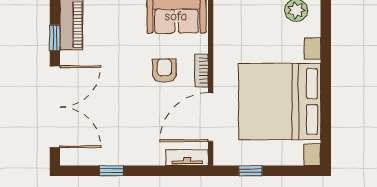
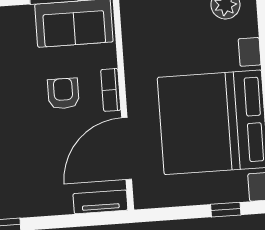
window: (251, 171) -> (226, 210), moved

